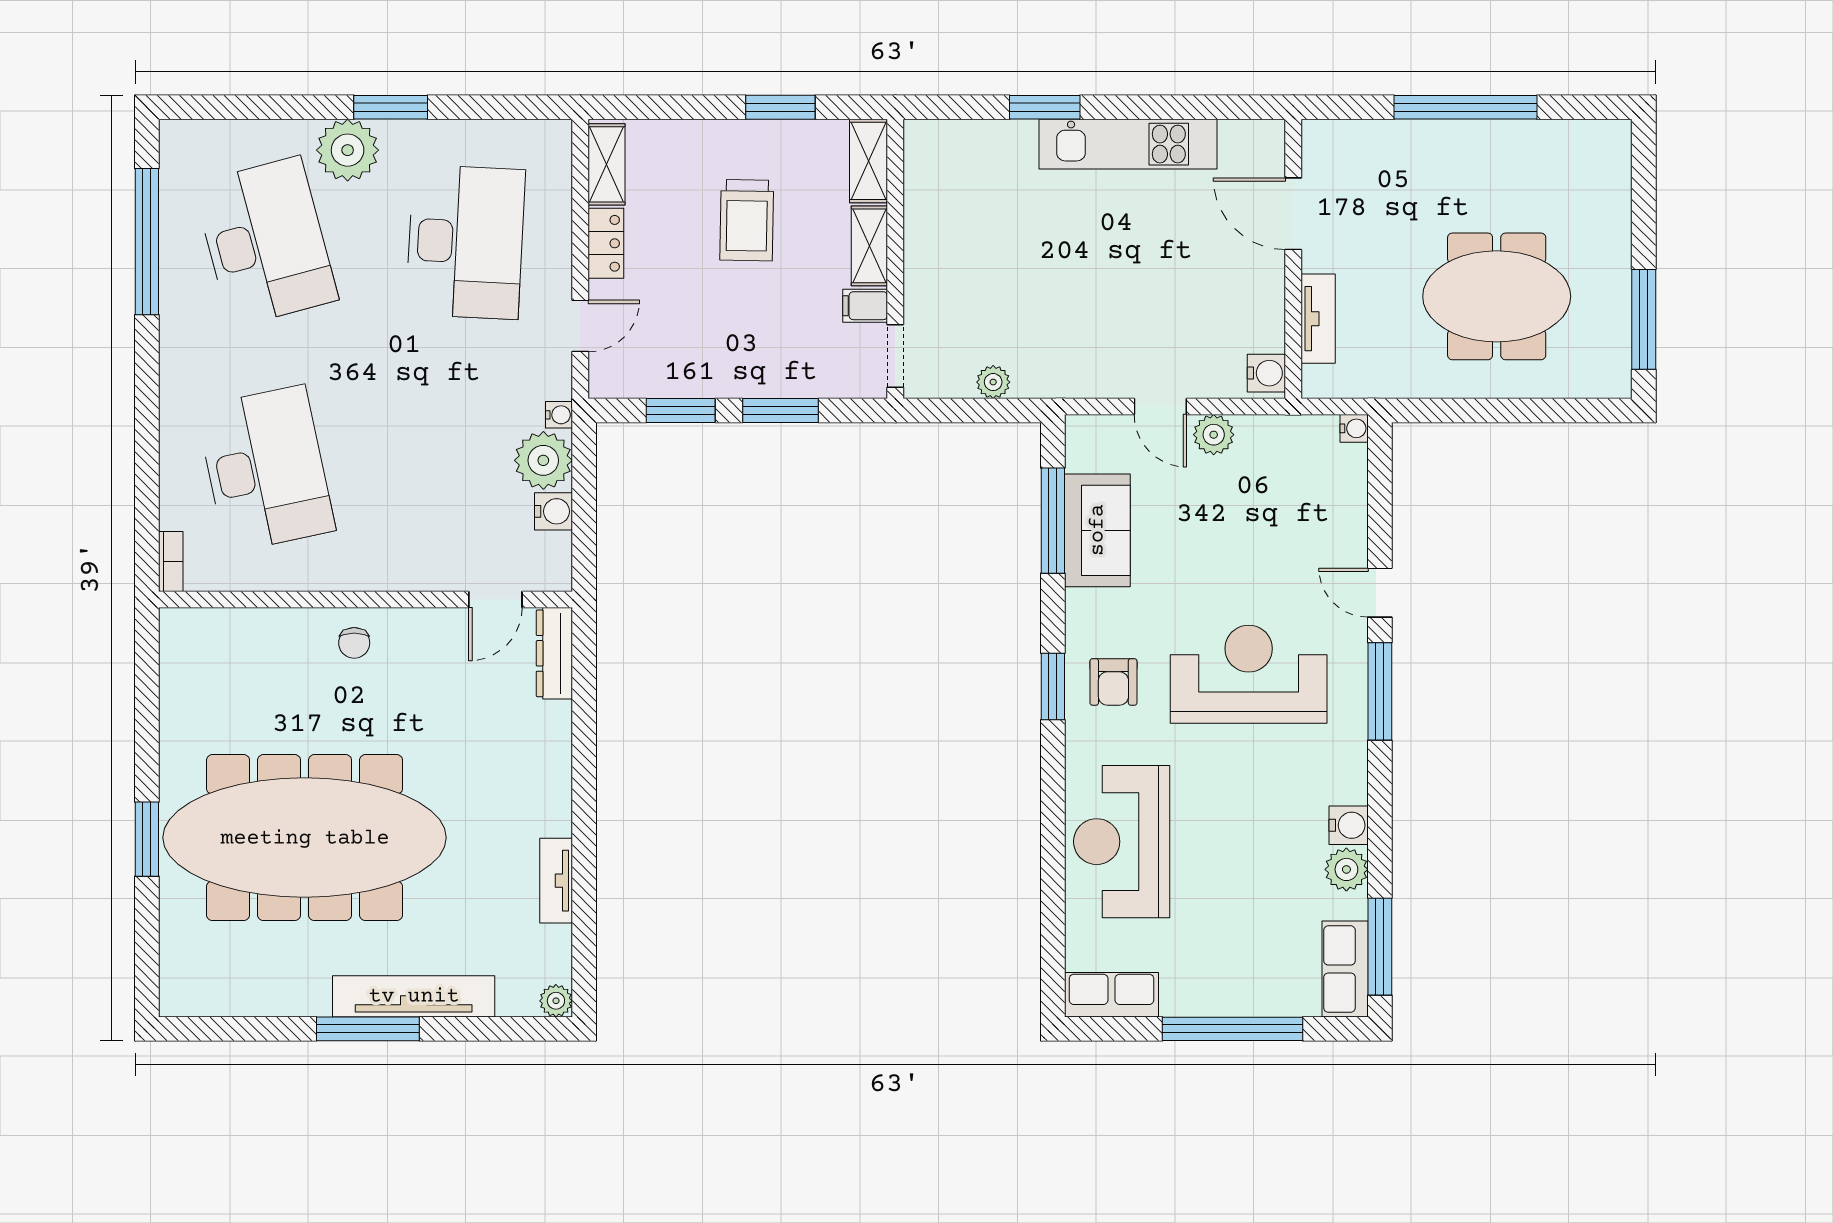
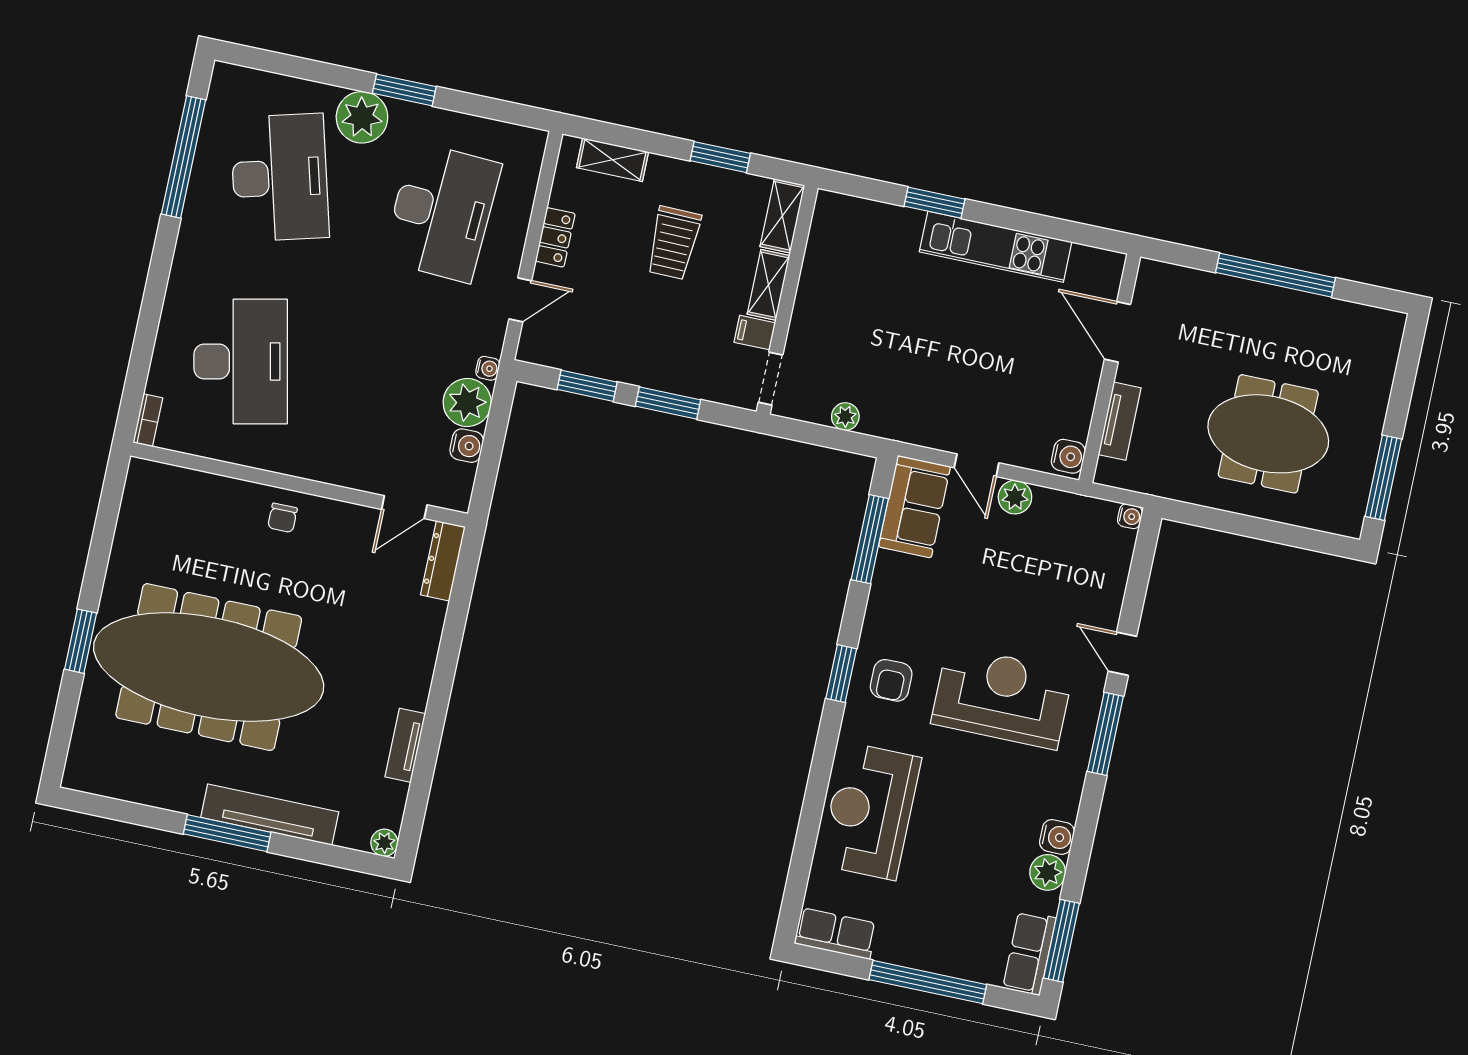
shelving: (606, 164) -> (612, 160), moved, turned 90
sofa: (1097, 530) -> (914, 507), moved

